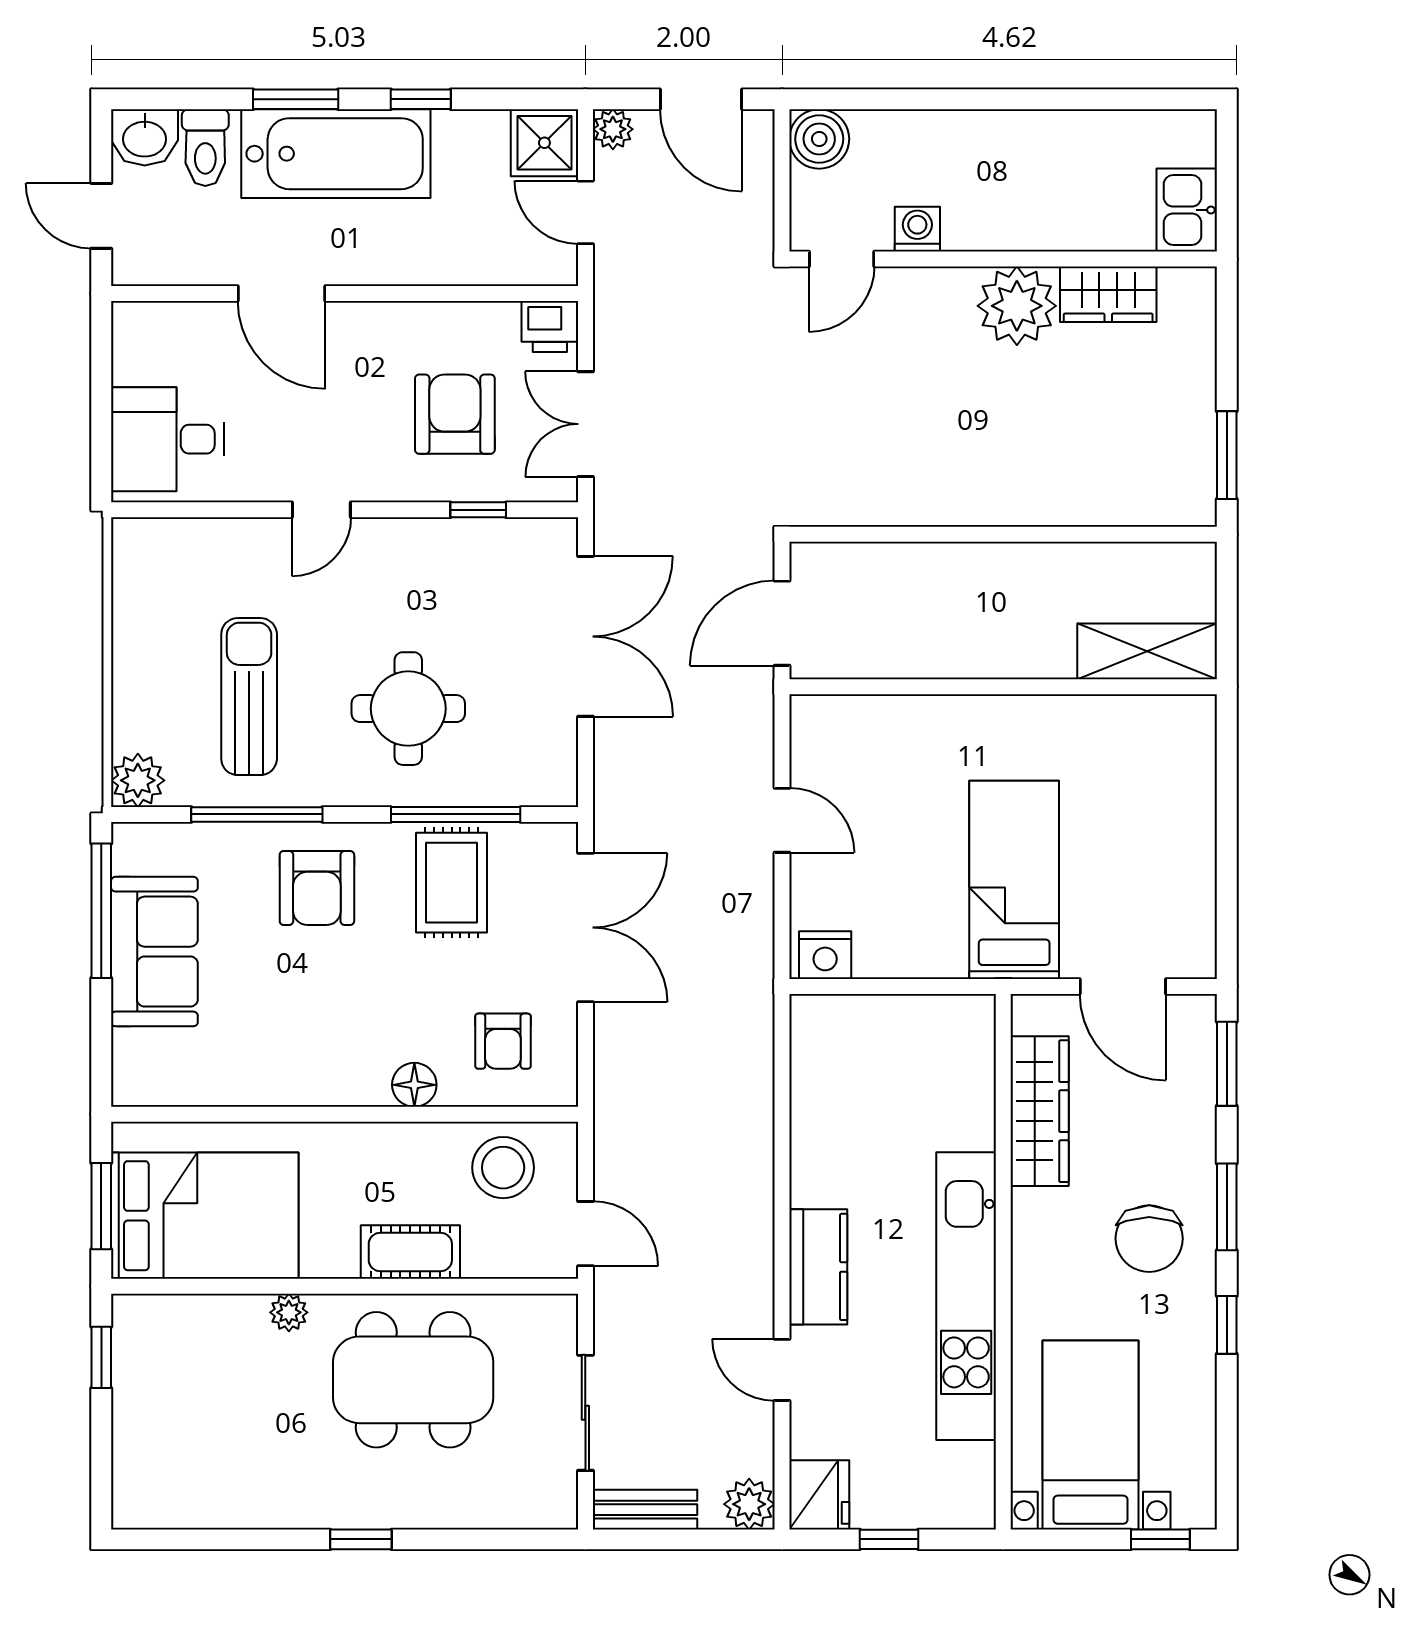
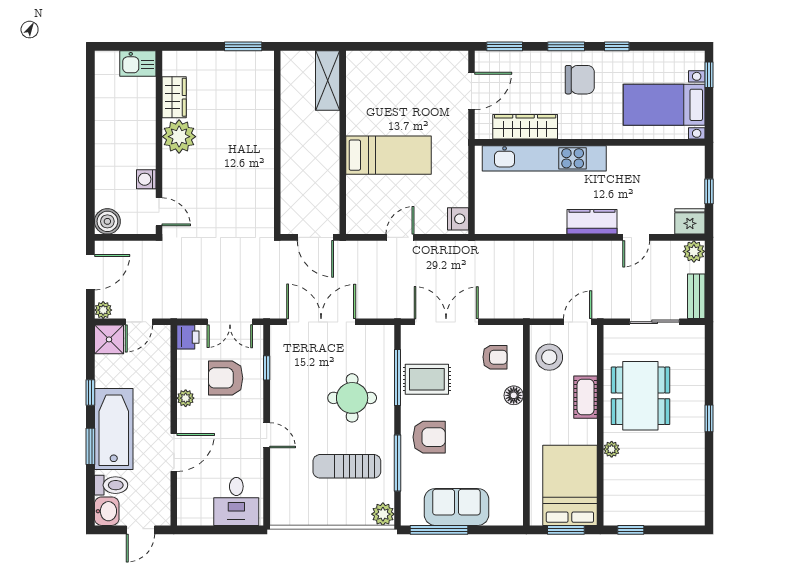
plant: (408, 321) -> (186, 398), added
bed: (1014, 880) -> (388, 155), moved, turned 180
kitchen unit: (966, 1296) -> (544, 158), moved

